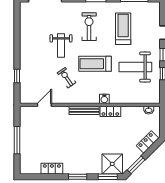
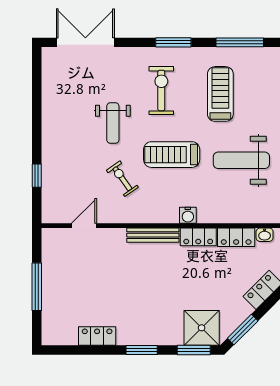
locker: (132, 112) -> (236, 237), added

